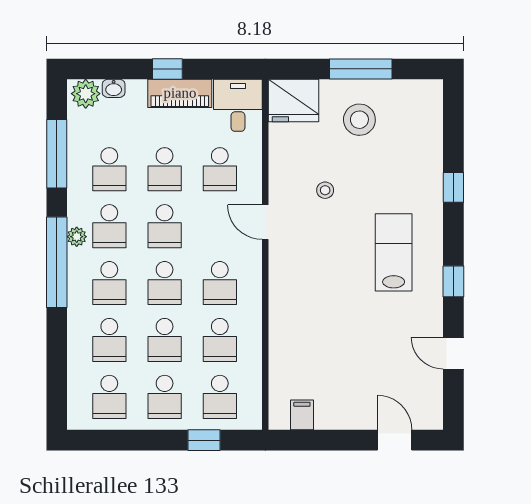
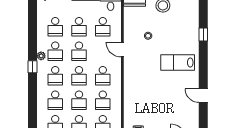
window: (57, 154) -> (33, 20), removed
lab bench: (394, 252) -> (178, 63), turned -90
window: (57, 262) -> (33, 67), width x0.32
window: (453, 281) -> (203, 75), removed
door: (453, 353) -> (203, 96), moved

